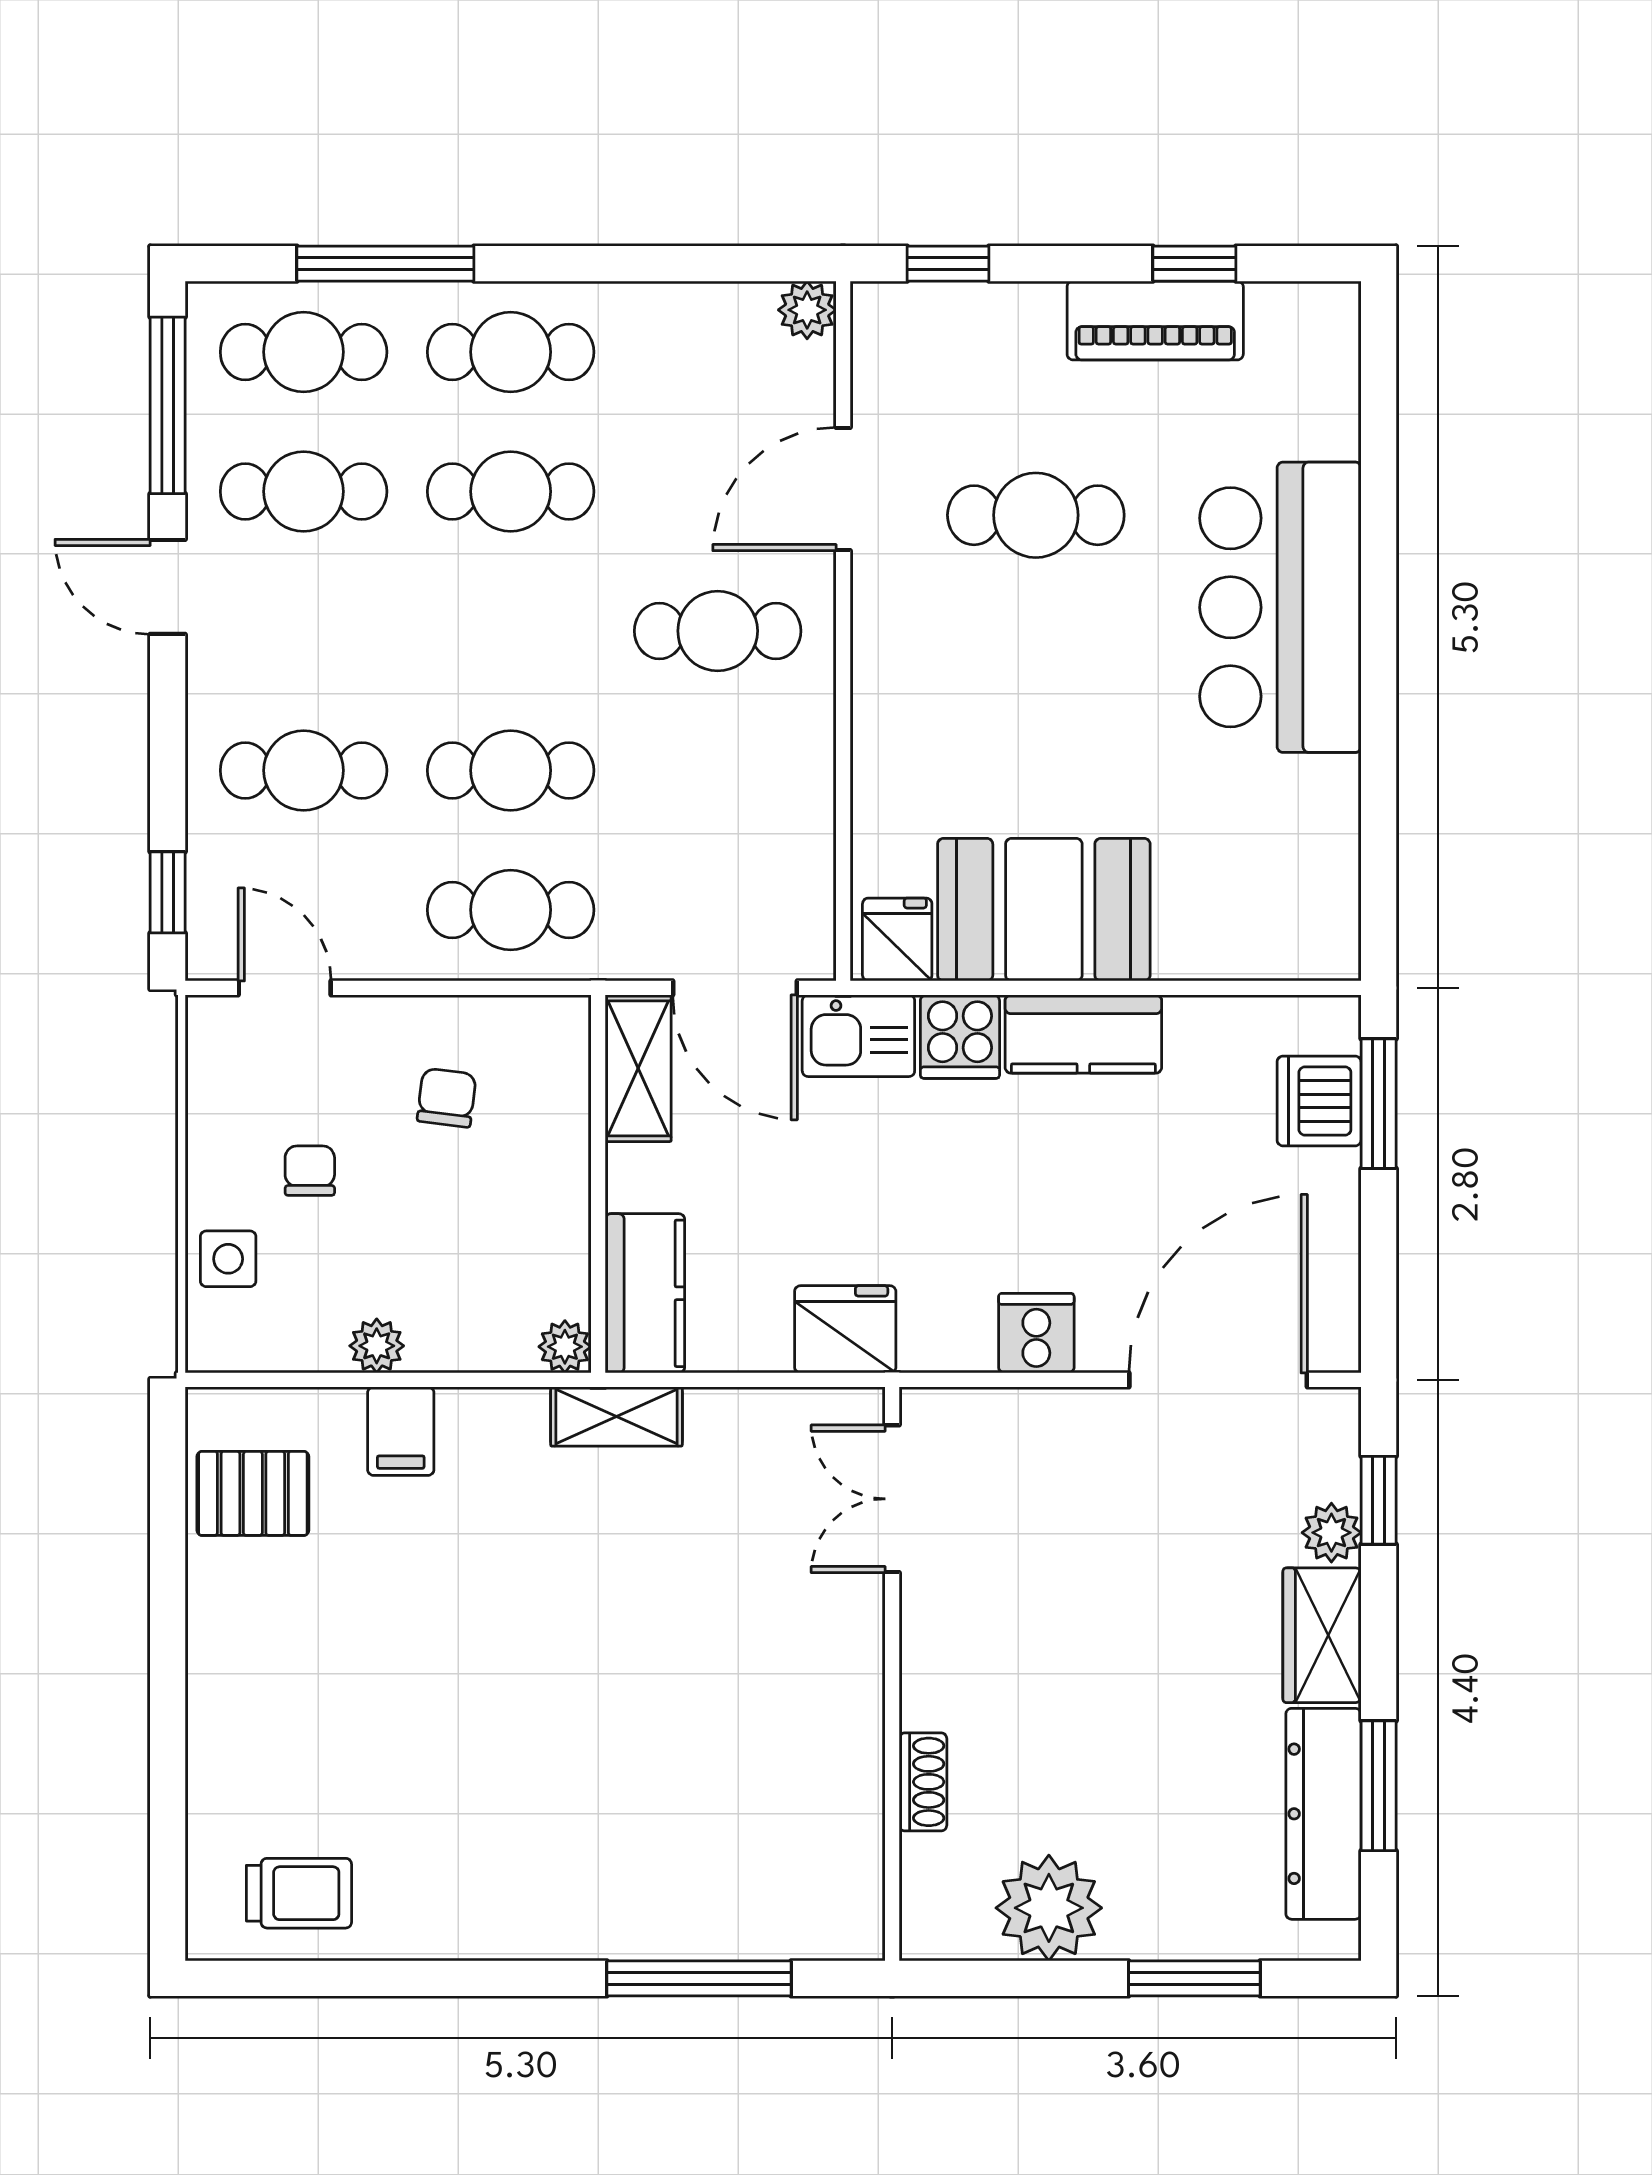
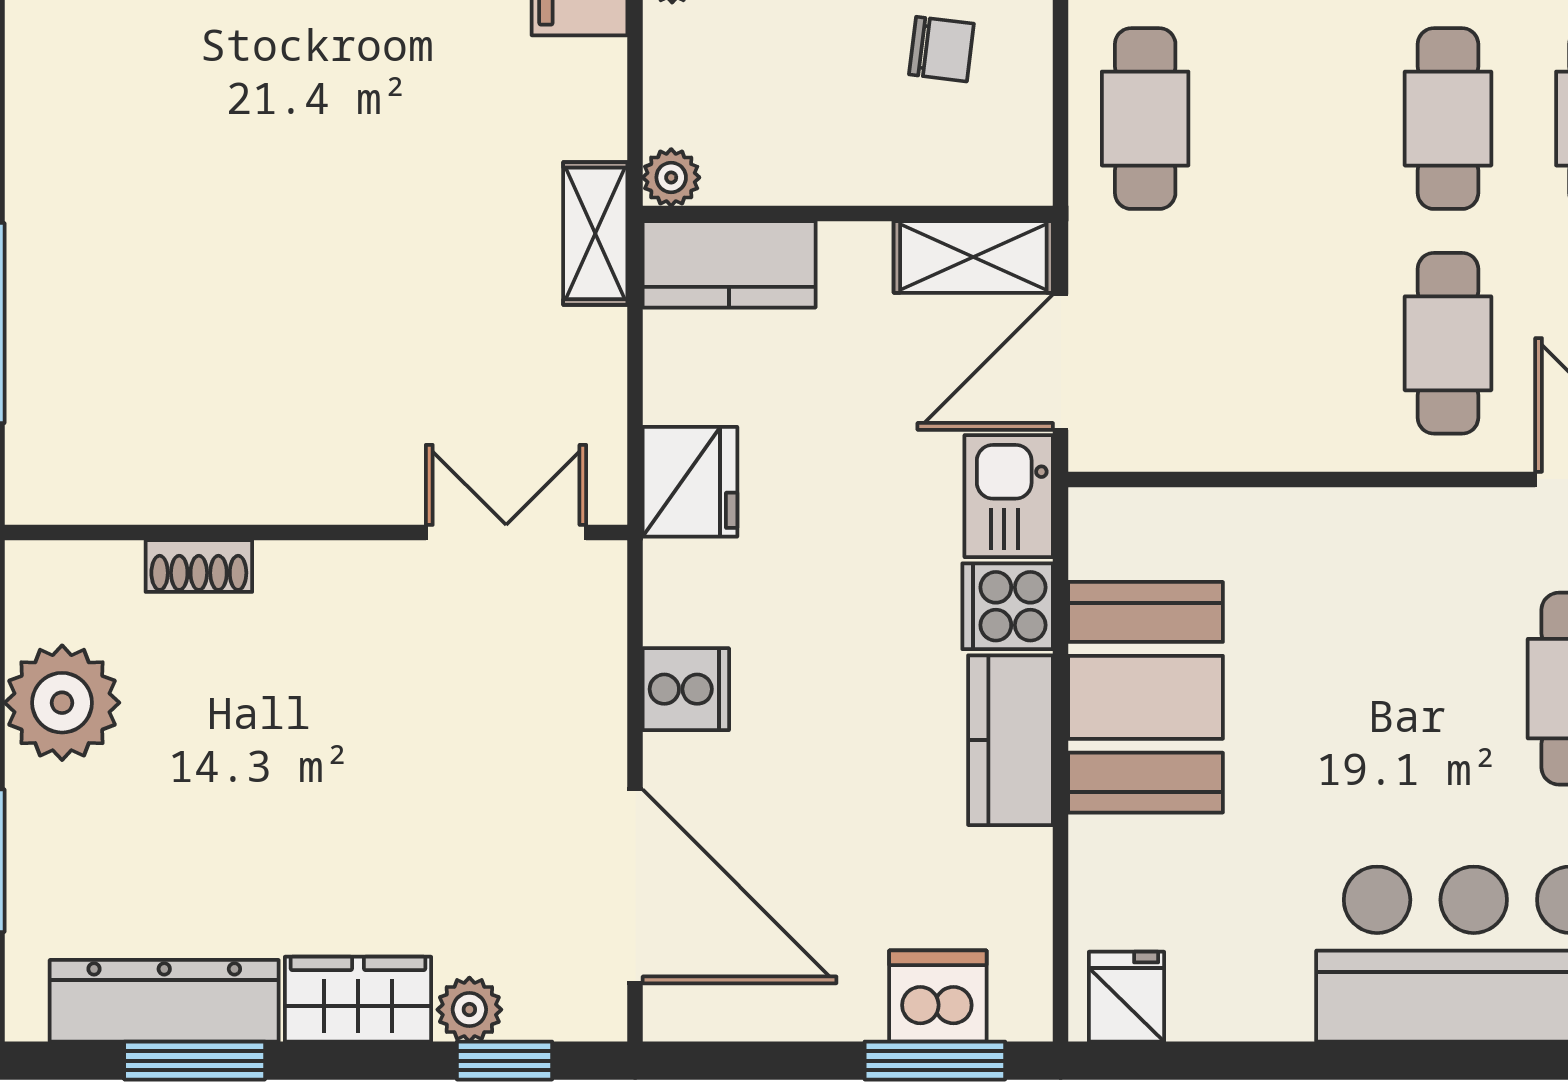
cafe table: (511, 770) -> (1448, 119), moved
fridge: (897, 940) -> (1127, 997), moved, turned -90

